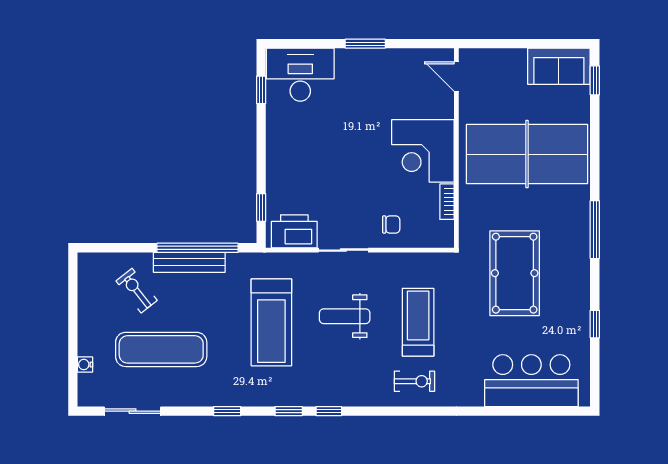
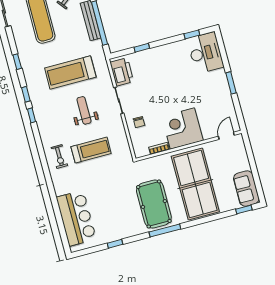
window: (261, 207) -> (142, 48), moved
pool table: (515, 273) -> (154, 204), moved, turned 90

